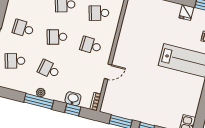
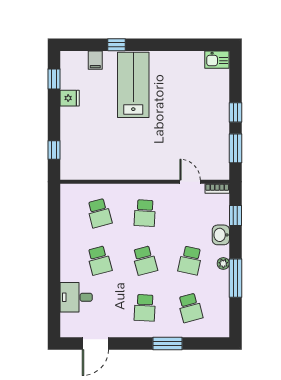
door: (108, 72) -> (190, 182), moved
washbasin: (73, 99) -> (221, 235), moved
window: (39, 101) -> (235, 278), moved

